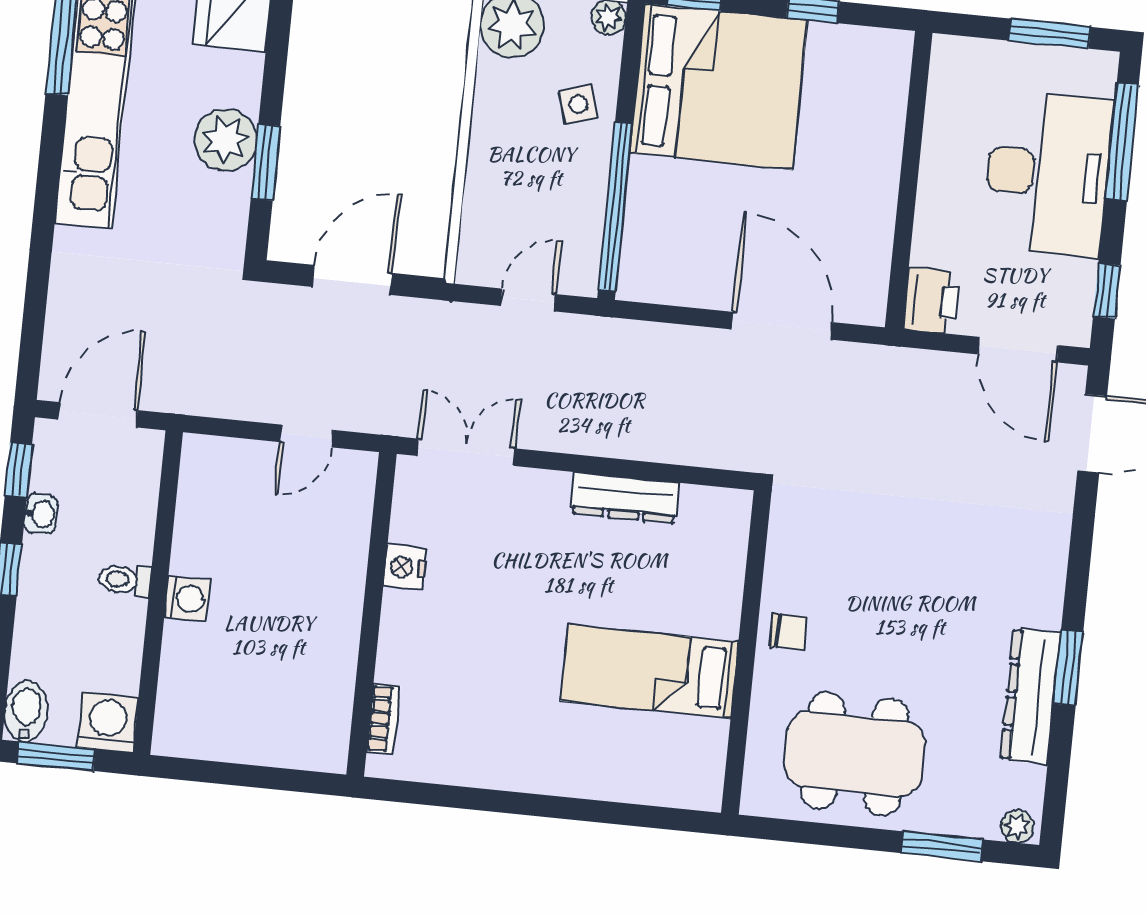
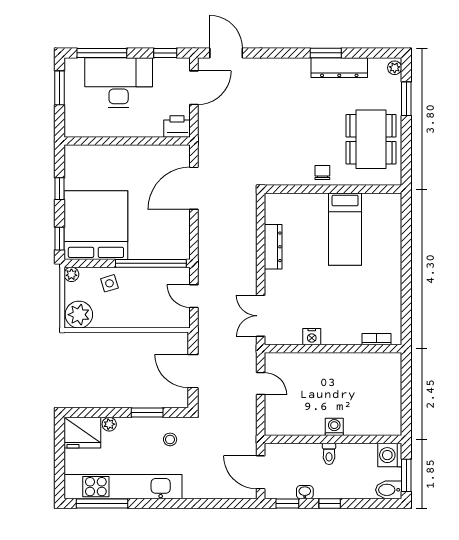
plant: (226, 140) -> (109, 424), moved, width x0.53, depth x0.53
stool: (197, 210) -> (170, 439), added

